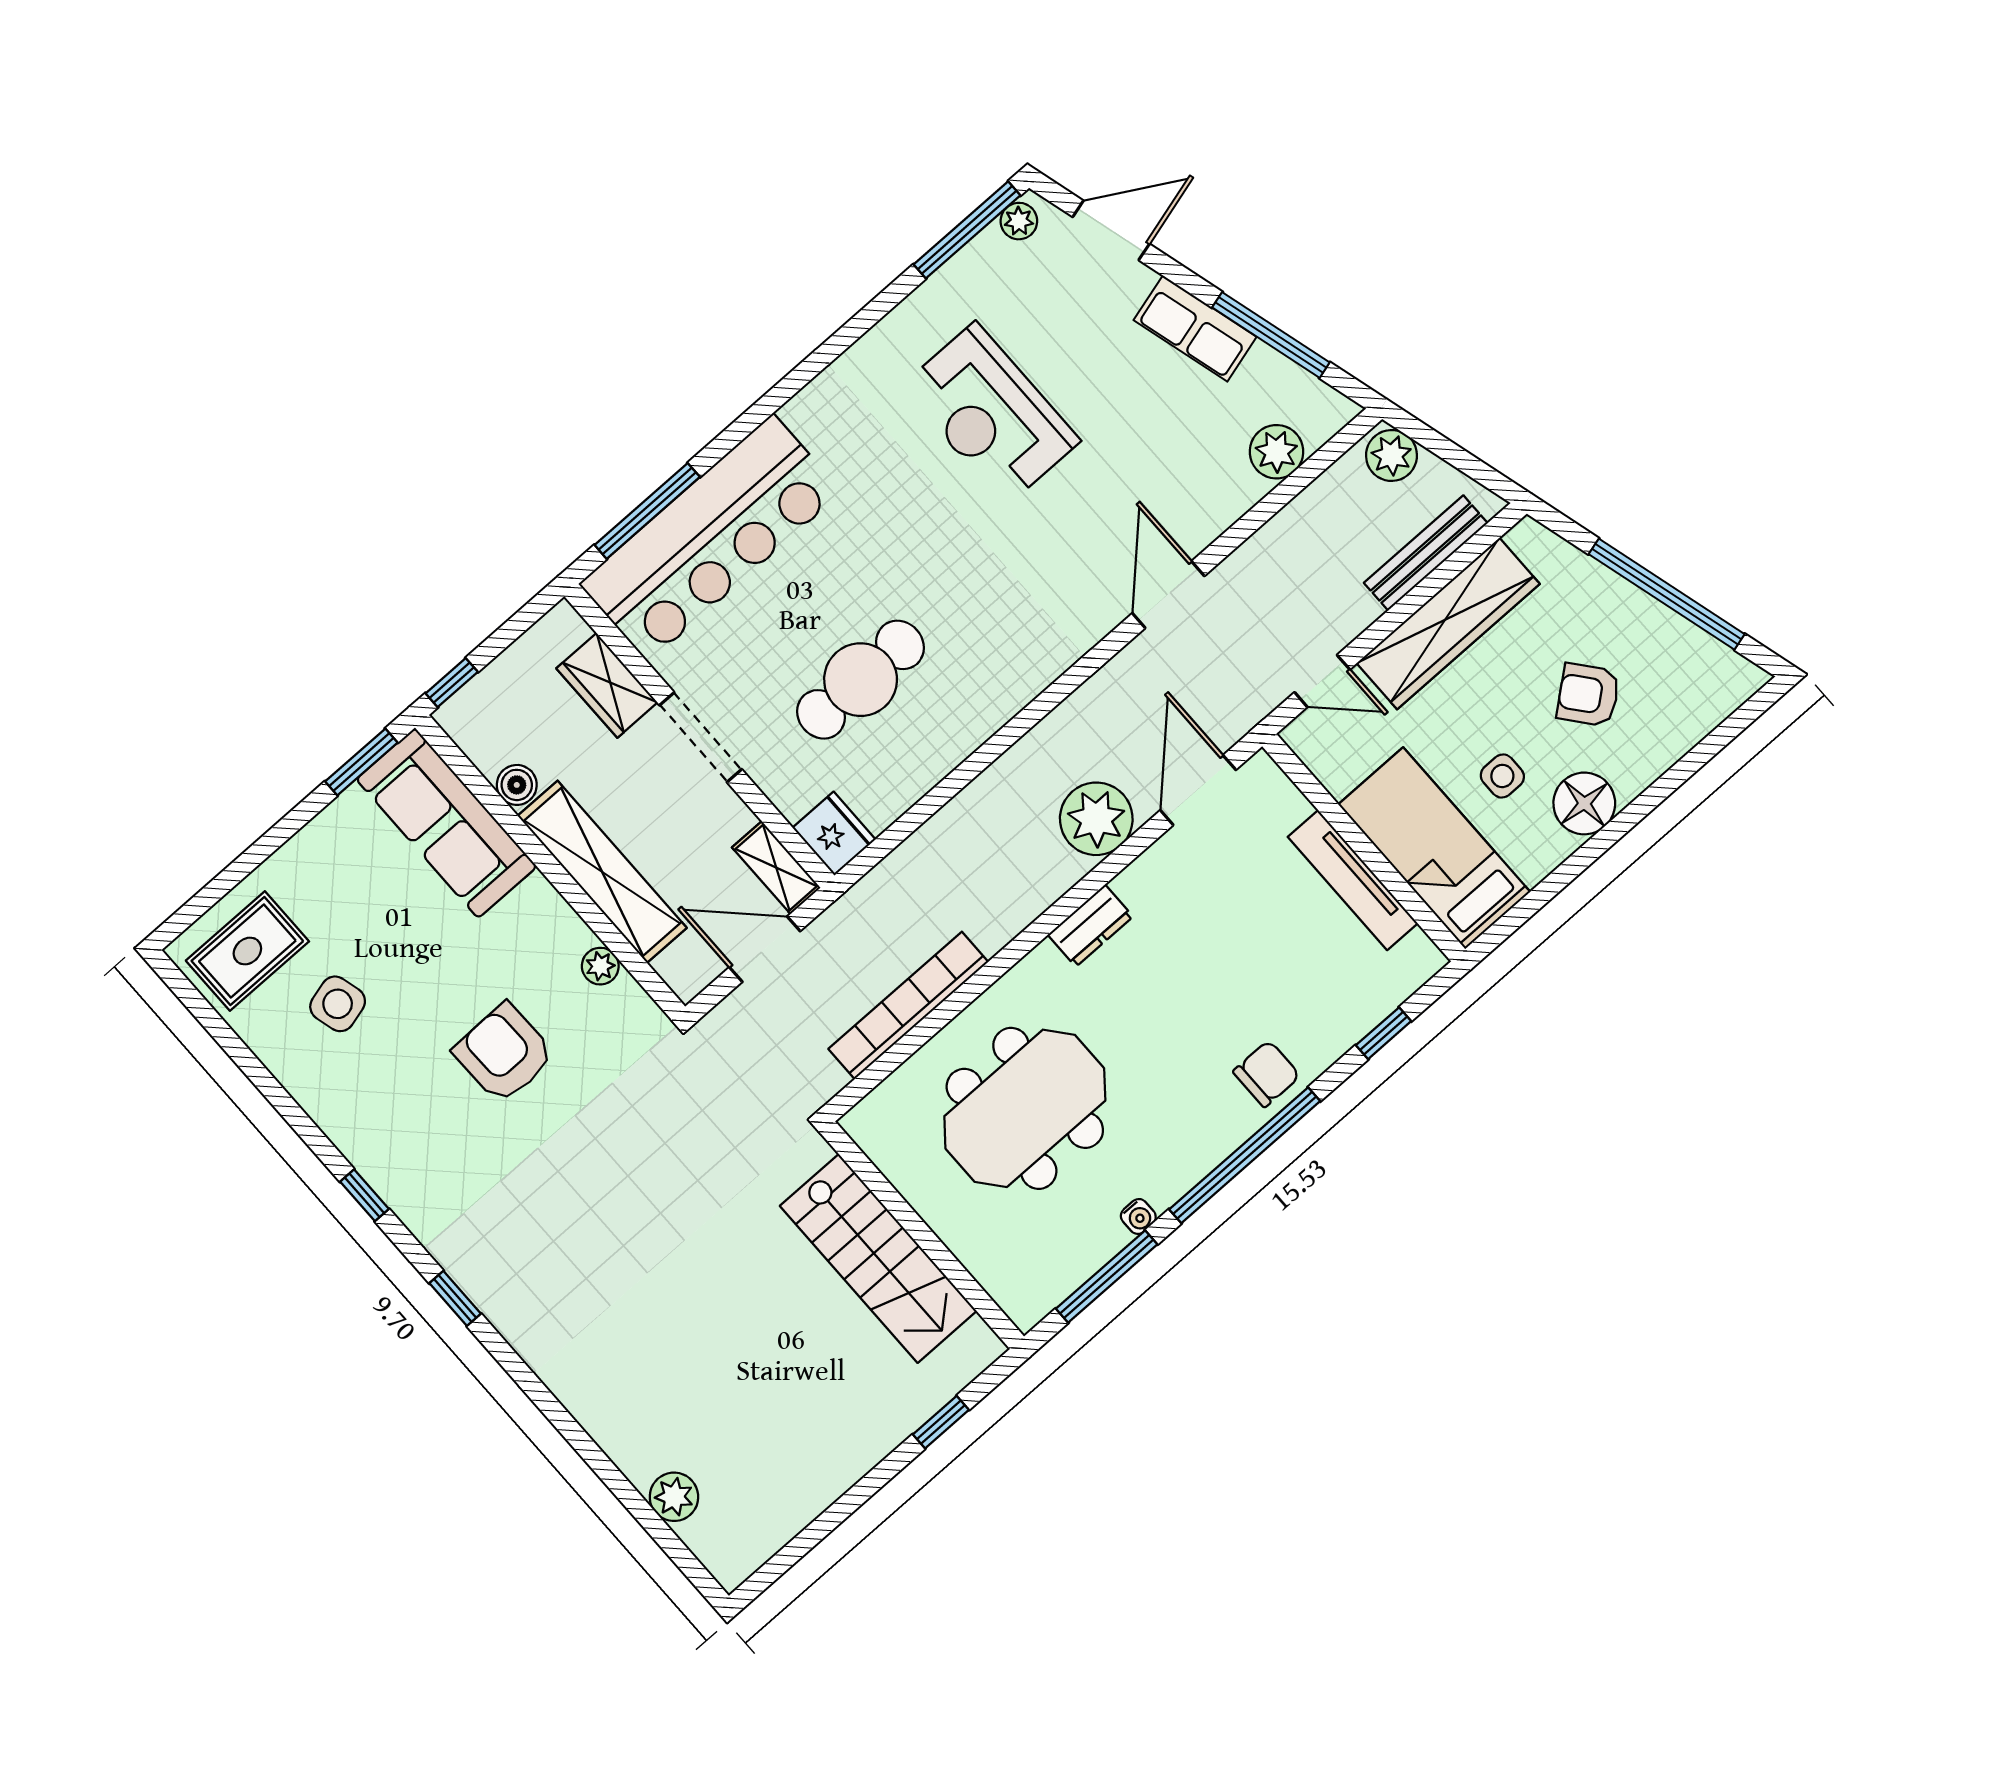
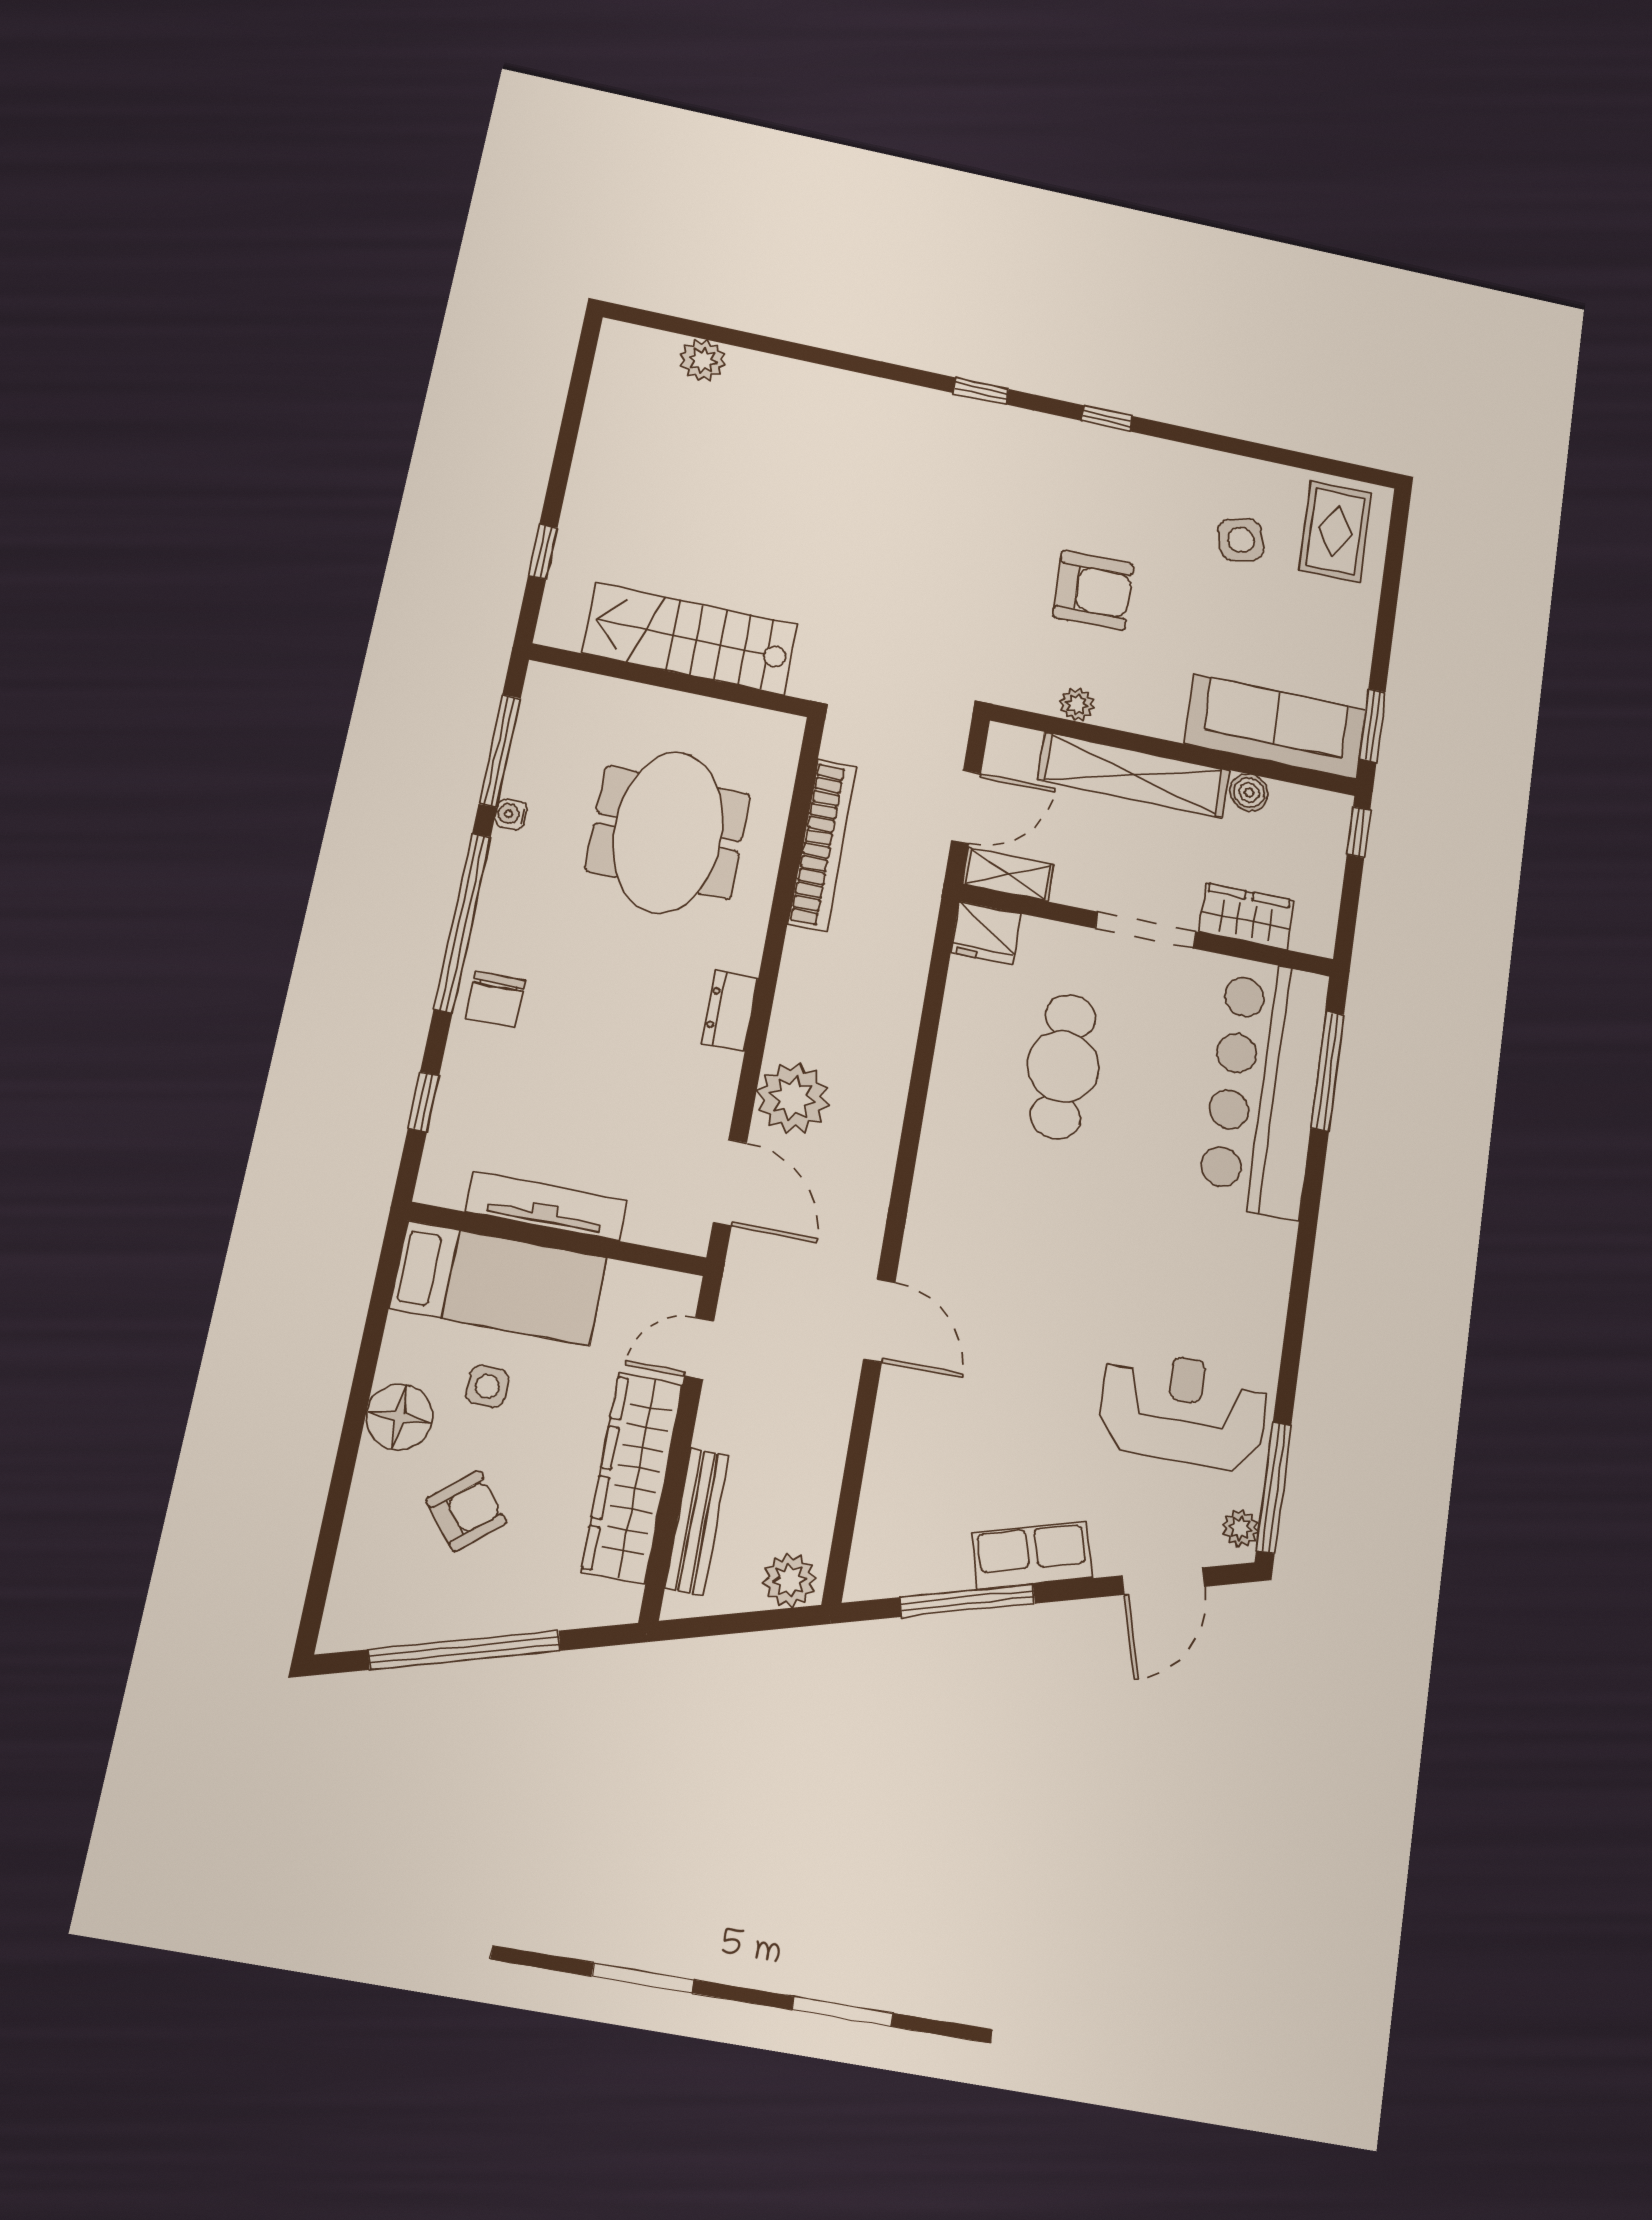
reception desk: (991, 414) -> (1183, 1409), moved
plant: (1276, 452) -> (886, 1507), removed

